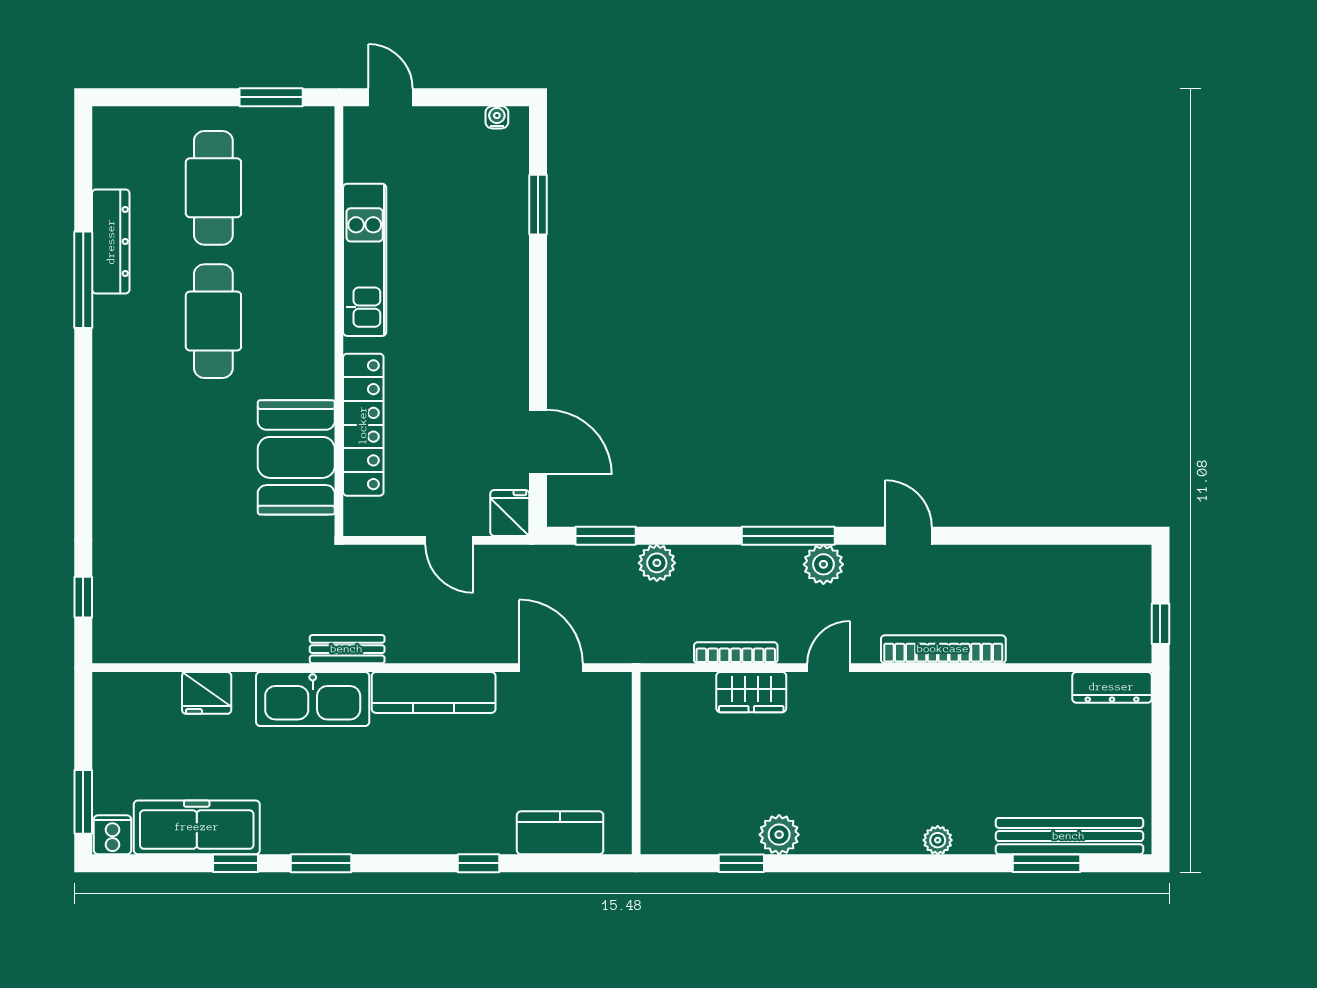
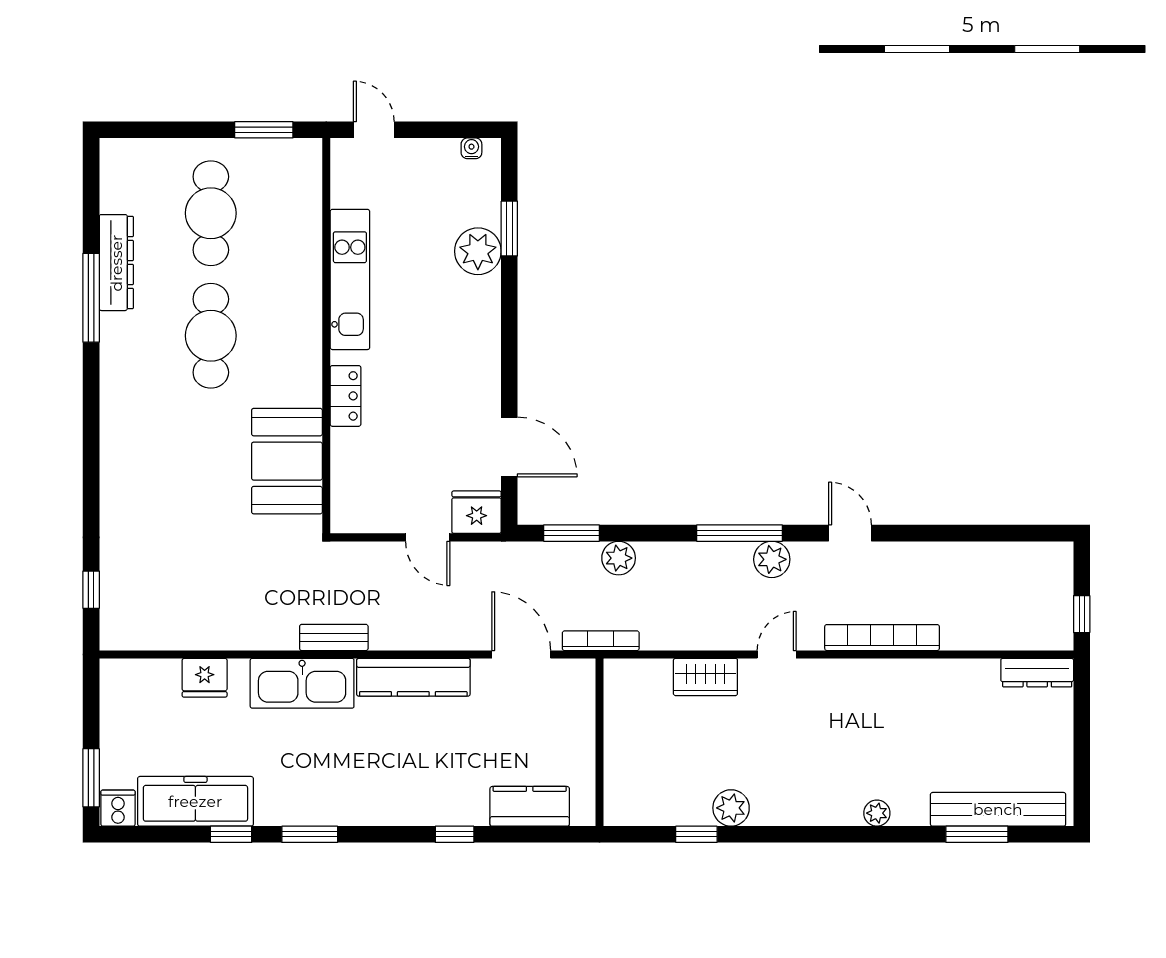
plant: (504, 229) -> (478, 251), added
locker: (363, 425) -> (345, 396), width x0.46, depth x0.83
fridge: (510, 513) -> (477, 512), width x1.38
bookcase: (736, 653) -> (601, 641), moved

